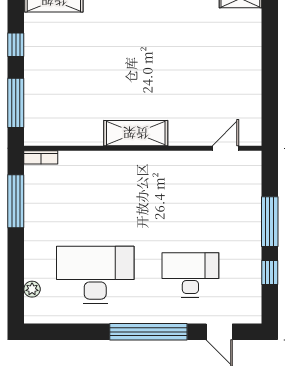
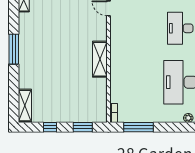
window: (16, 103) -> (83, 127), width x0.69

